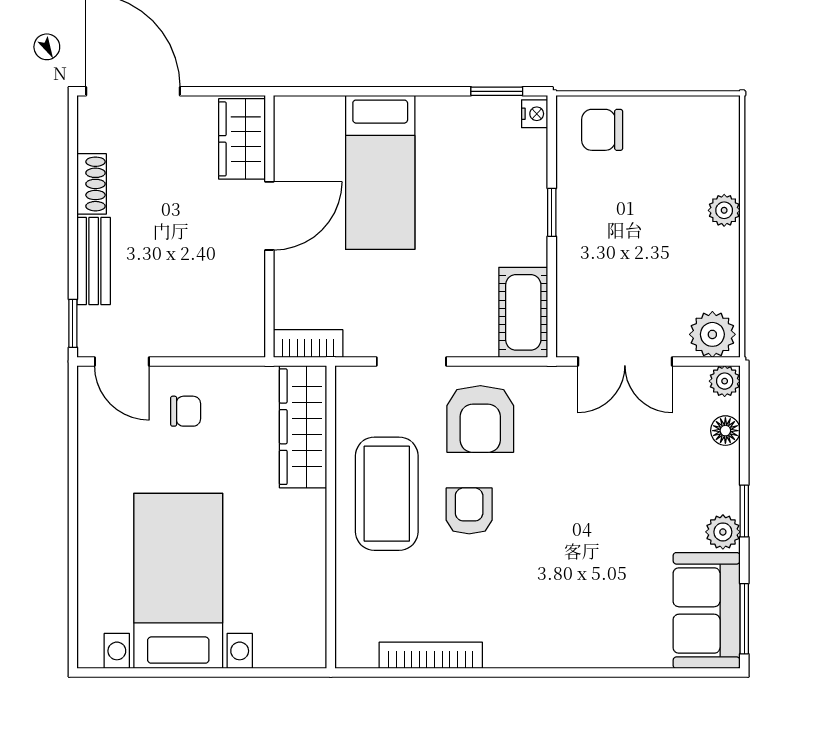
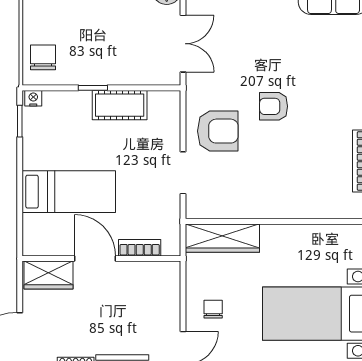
chair: (602, 130) -> (43, 57), turned 180
cot: (523, 312) -> (120, 105), moved
bookcase: (308, 344) -> (140, 248), moved, turned 90
coffee table: (387, 494) -> (263, 188), removed
armchair: (469, 511) -> (274, 106), moved

